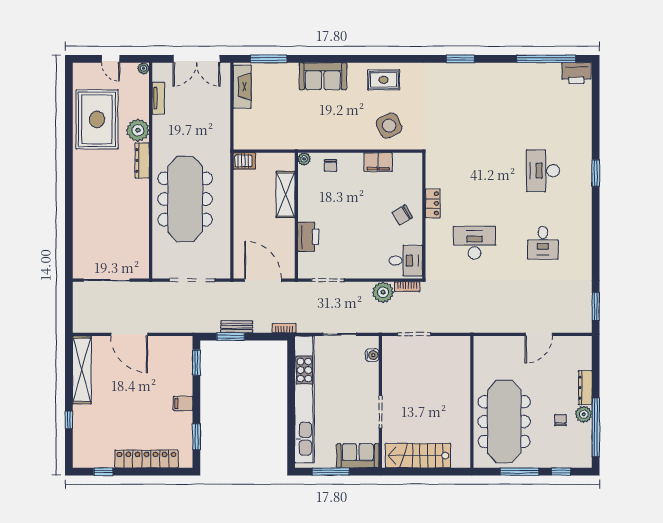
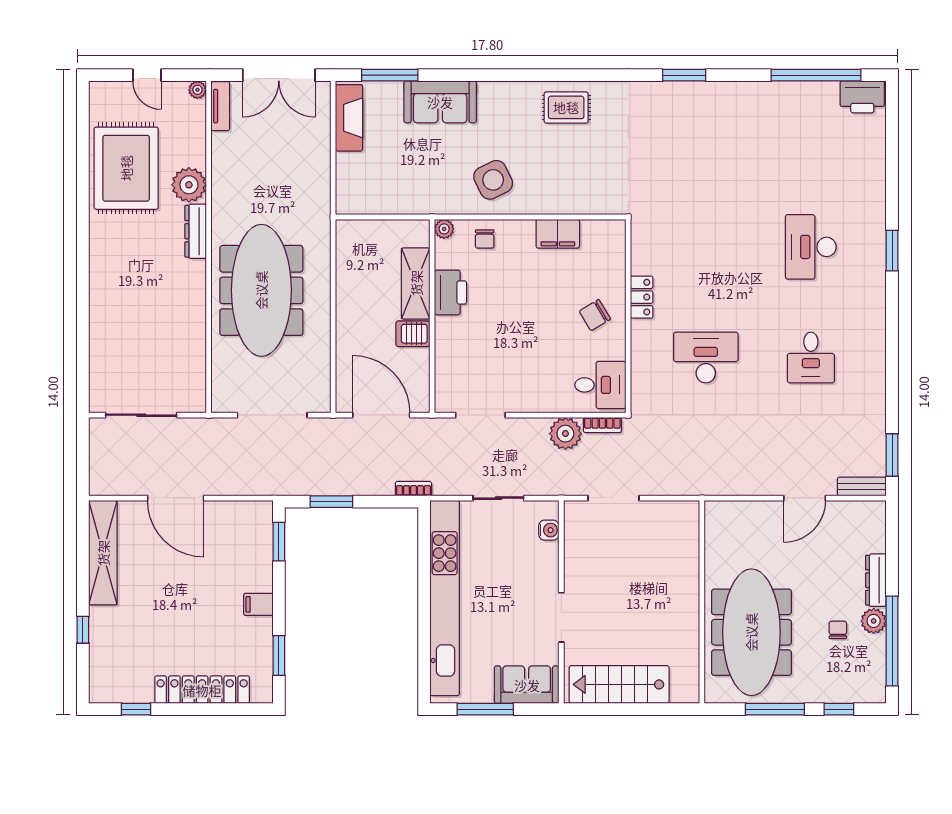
sofa: (323, 76) -> (440, 102), moved
tv unit: (158, 98) -> (220, 106), moved
side table: (389, 126) -> (493, 180), moved
server rack: (244, 161) -> (413, 334), moved, turned 180
printer: (308, 237) -> (451, 292), moved
bench: (237, 327) -> (862, 487), moved

